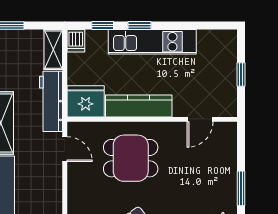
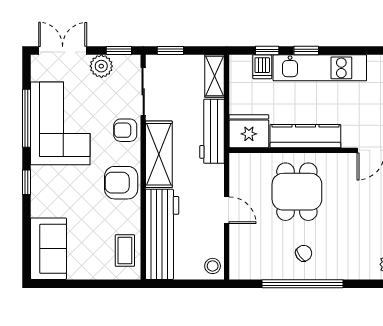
dishwasher: (76, 41) -> (262, 67), moved
door: (65, 149) -> (227, 210), moved
dining table: (131, 158) -> (297, 192), turned 90

